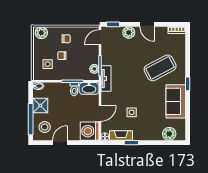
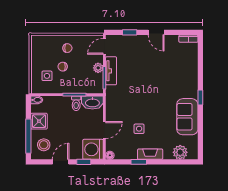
window: (113, 24) -> (130, 32), moved
plant: (41, 33) -> (40, 41), removed
plant: (129, 33) -> (136, 41), removed
coffee table: (160, 68) -> (170, 80), removed
plant: (94, 69) -> (98, 68), moved
tv unit: (106, 79) -> (111, 71), moved
fireplace: (121, 136) -> (150, 154), moved
window: (81, 143) -> (84, 162), added

